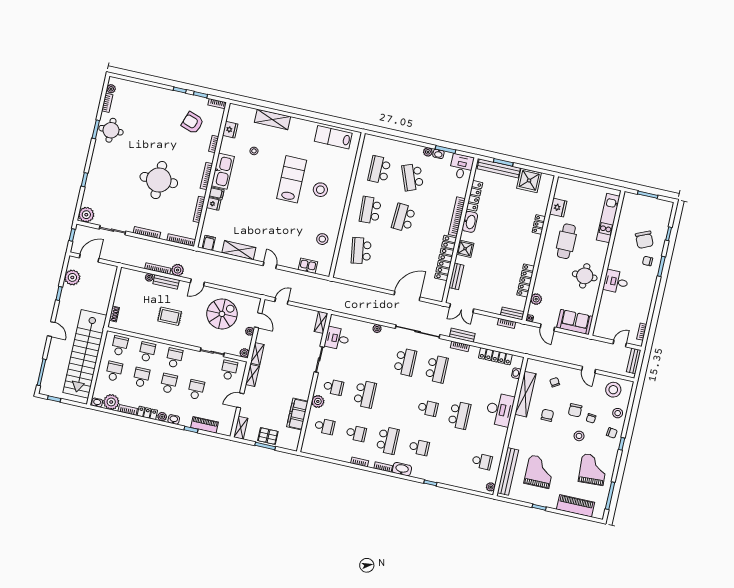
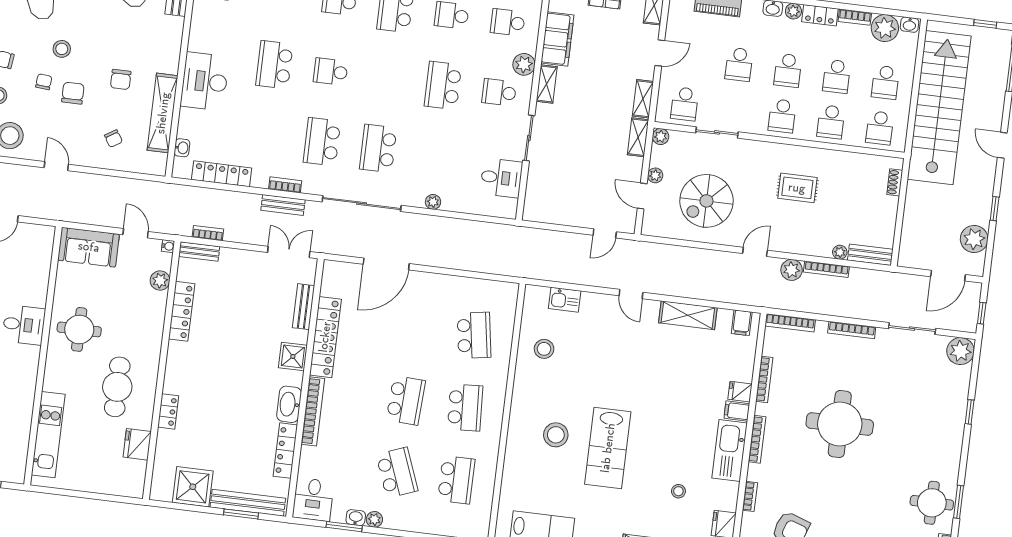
bench: (166, 282) -> (870, 255), moved
shelving: (321, 322) -> (547, 84), moved

